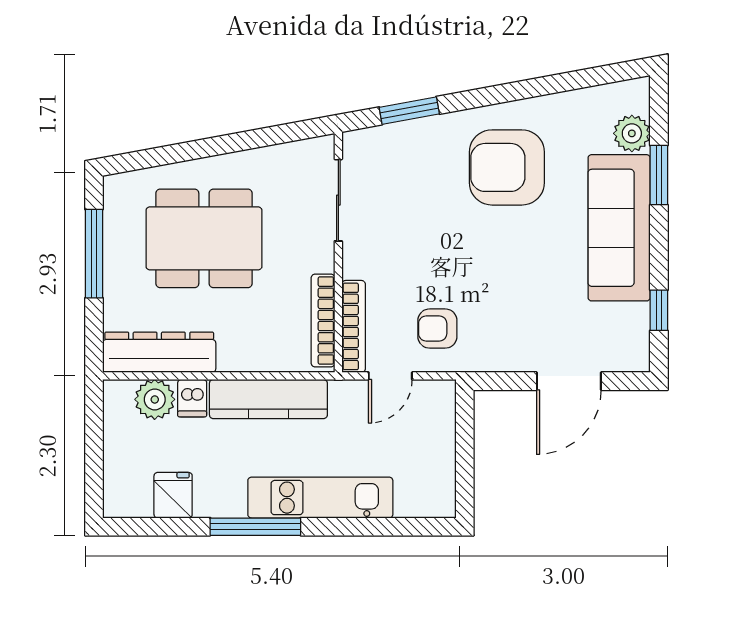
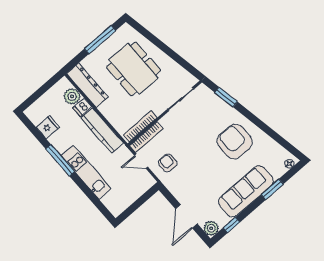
floor lamp: (639, 101) -> (289, 164), added
plant: (632, 133) -> (211, 228), moved
door: (569, 381) -> (186, 216), hinge flipped

